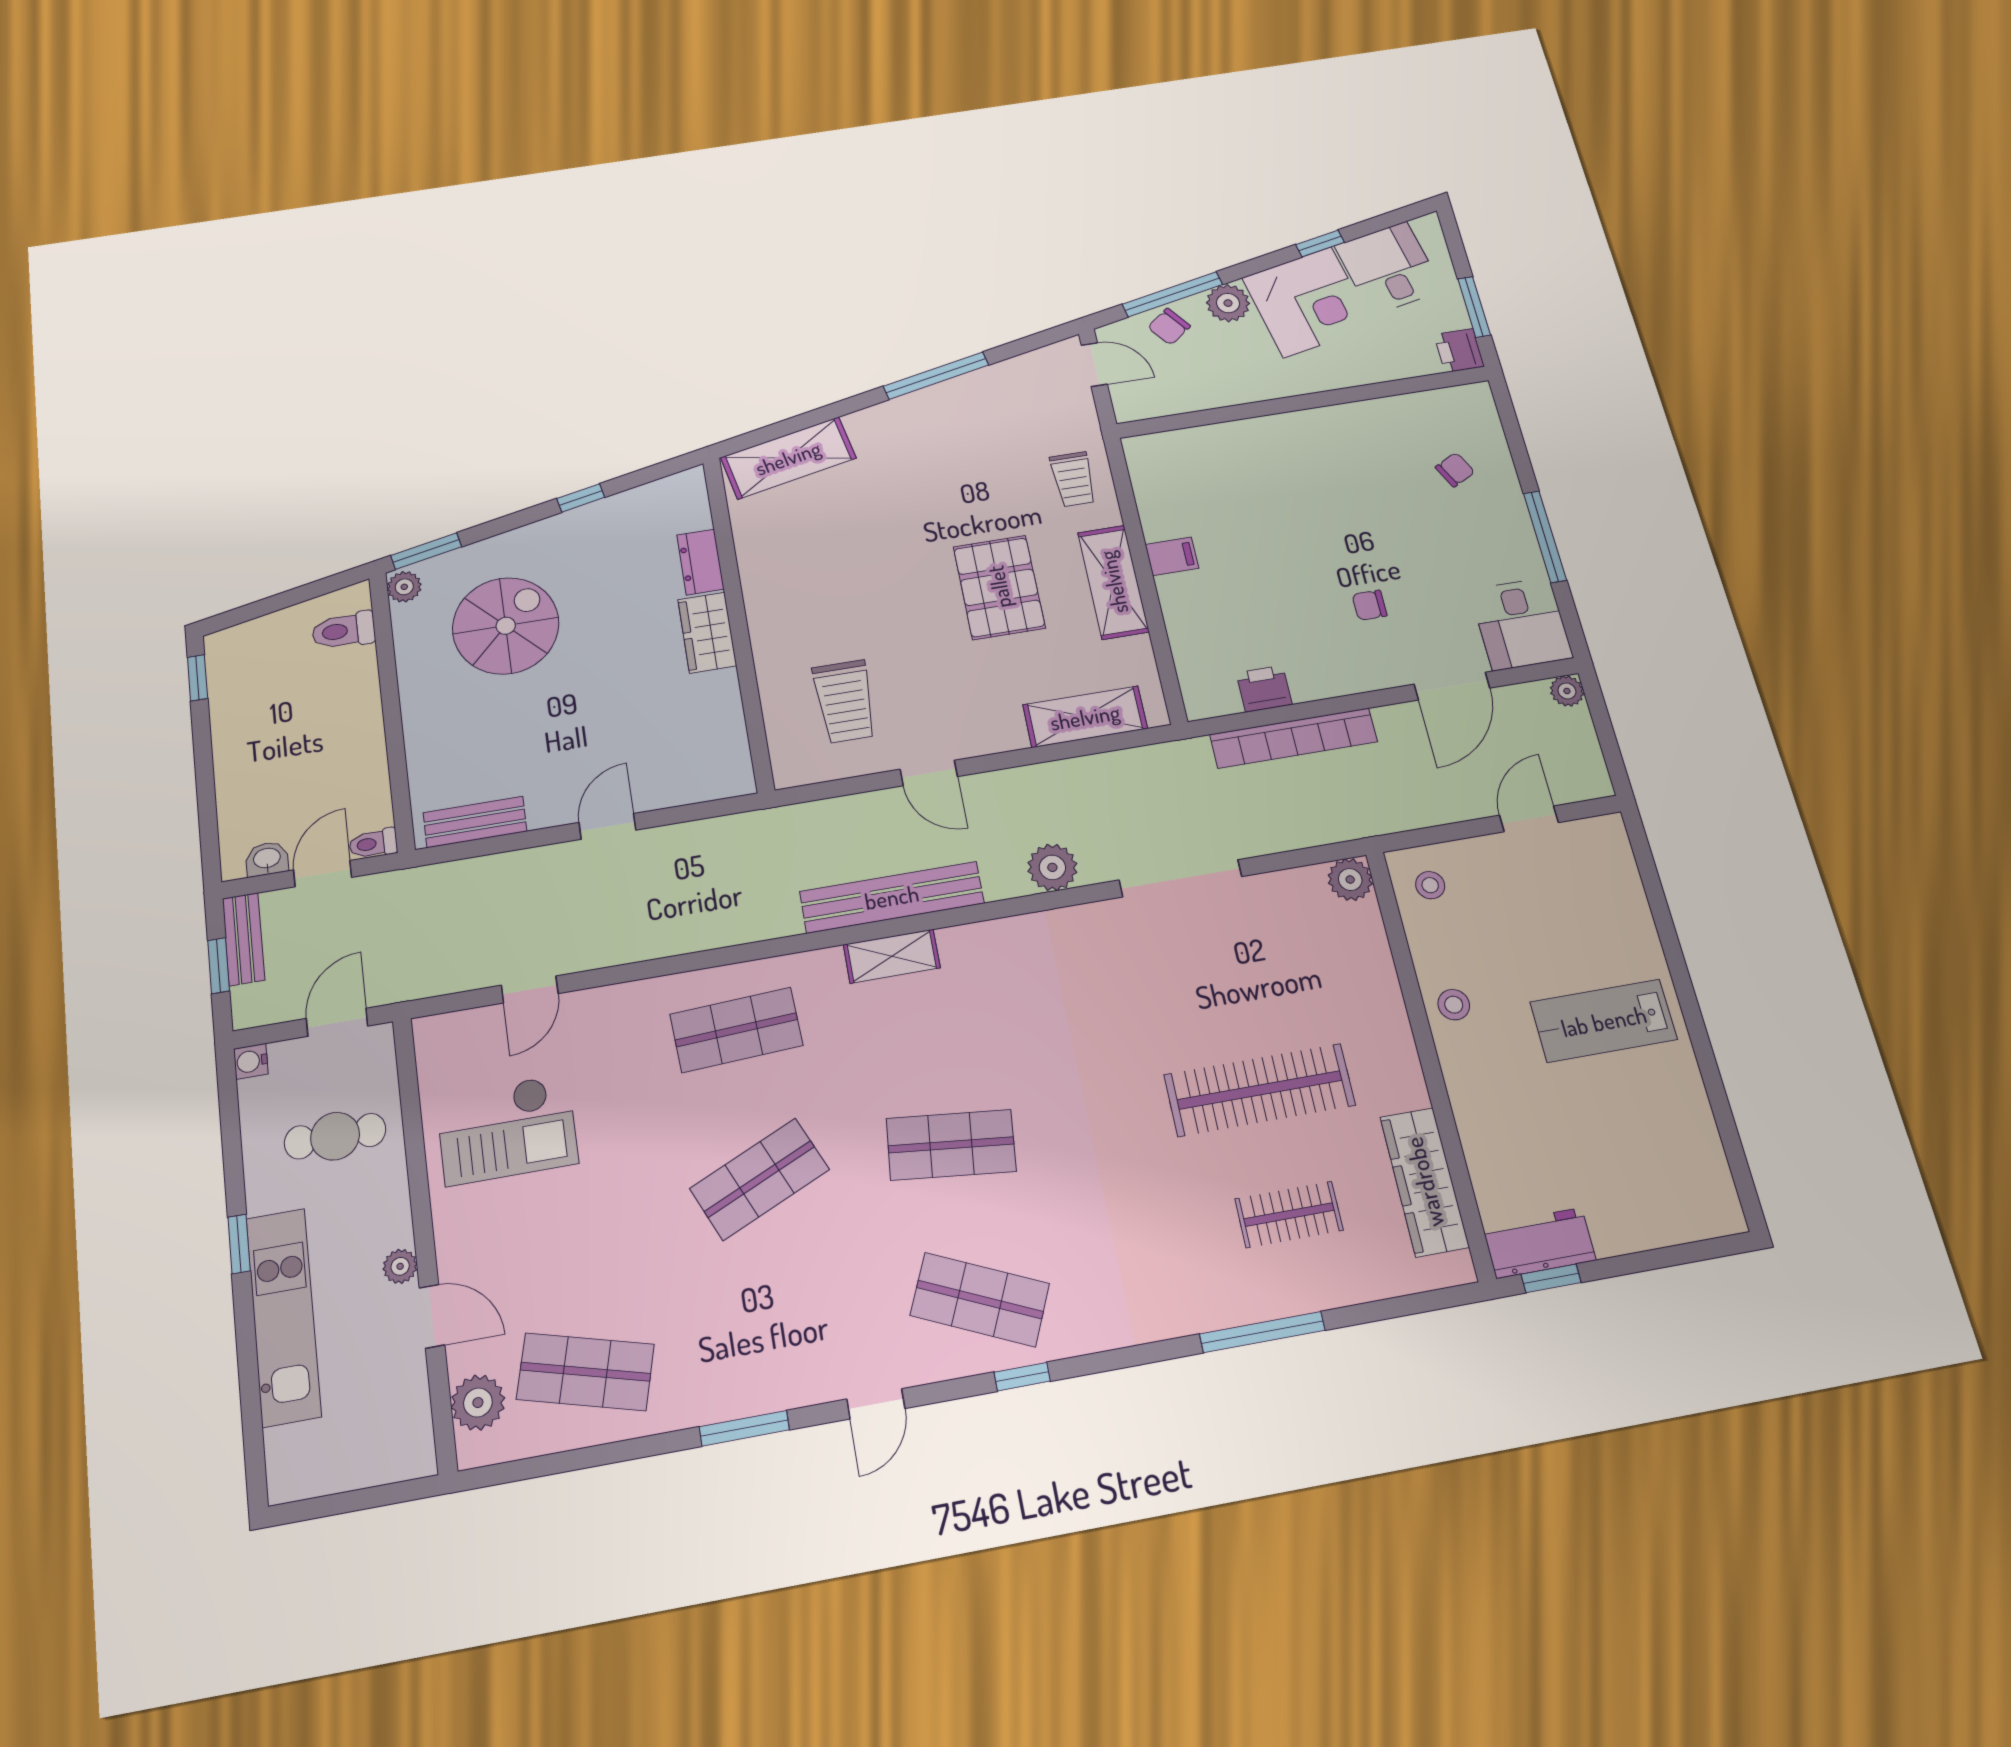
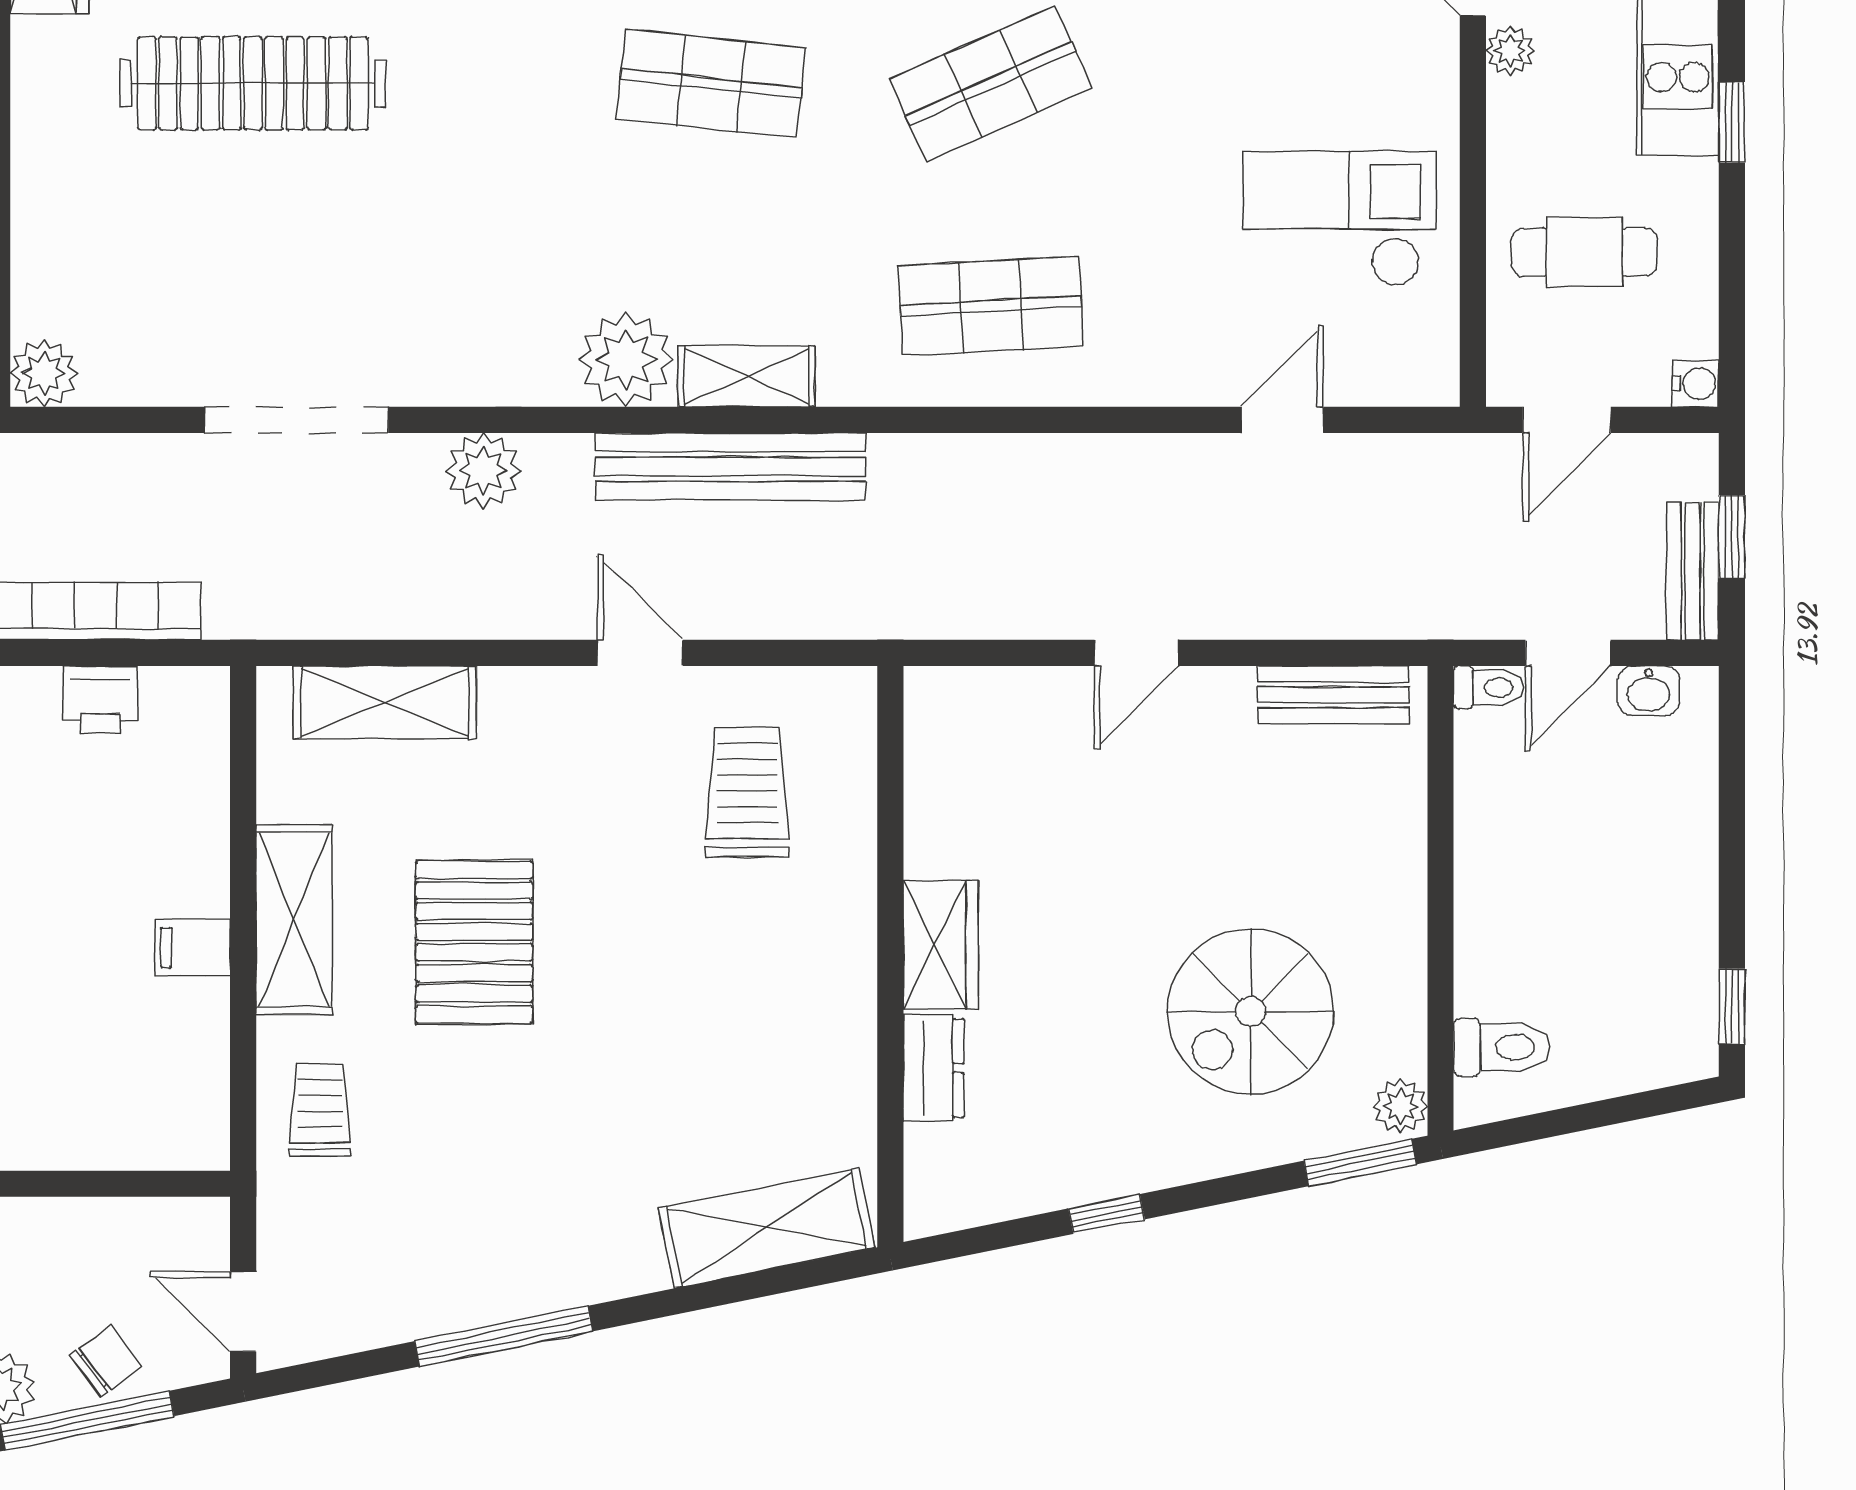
plant: (973, 953) -> (626, 360), added

